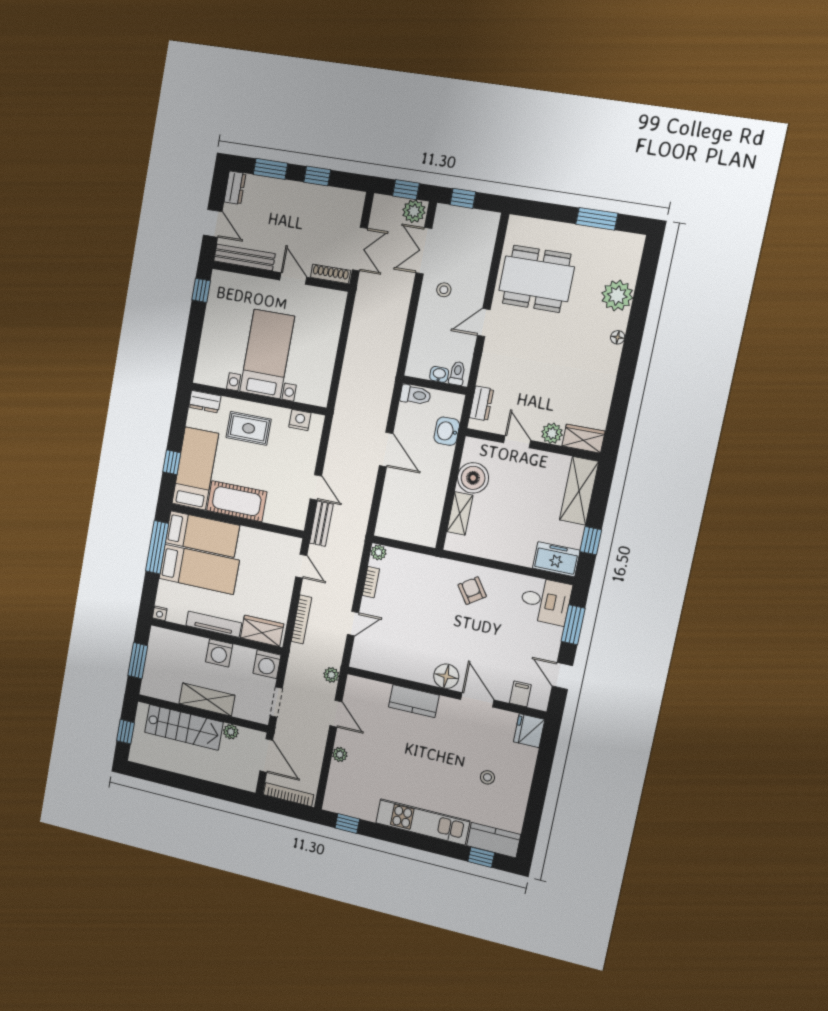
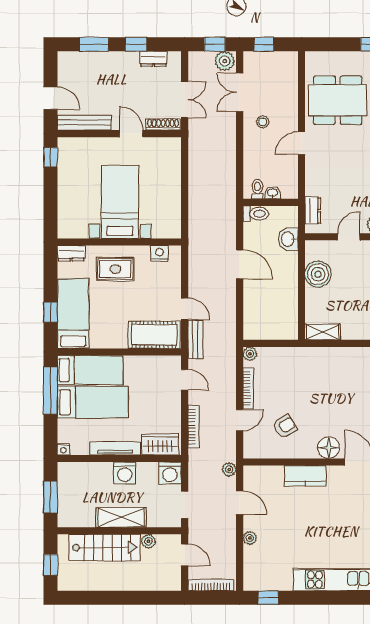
dresser: (235, 188) -> (153, 59), moved, turned 90
toilet: (457, 373) -> (257, 189), moved
door: (517, 442) -> (349, 237), hinge flipped
cot: (237, 501) -> (154, 335), moved
shelving: (460, 513) -> (323, 332), moved, turned 90
bookcase: (371, 582) -> (248, 388), width x1.56
armchair: (472, 591) -> (285, 426), moved, turned 93
door: (266, 756) -> (185, 555), width x0.73

